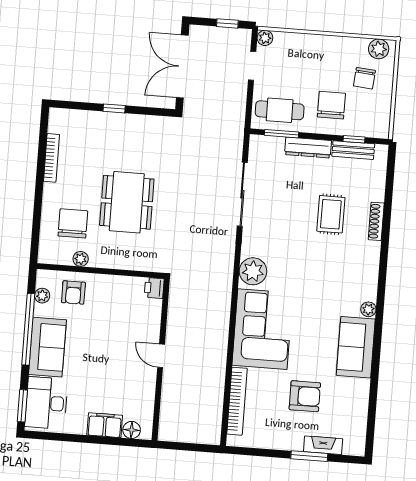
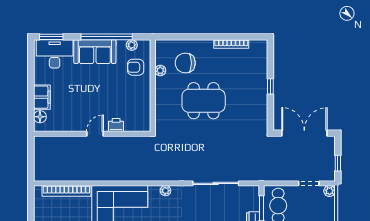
chair: (73, 223) -> (185, 63), turned 180
plant: (253, 271) -> (165, 191), width x0.53, depth x0.53
printer: (154, 288) -> (116, 125), moved

